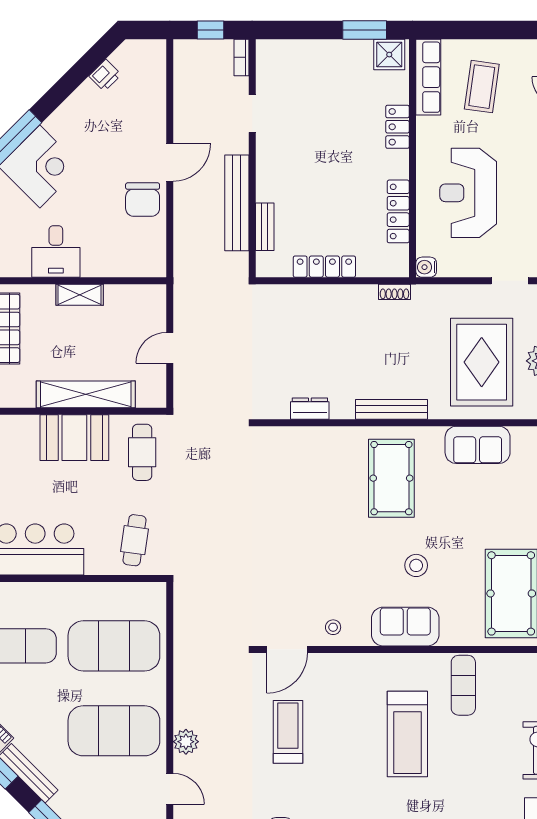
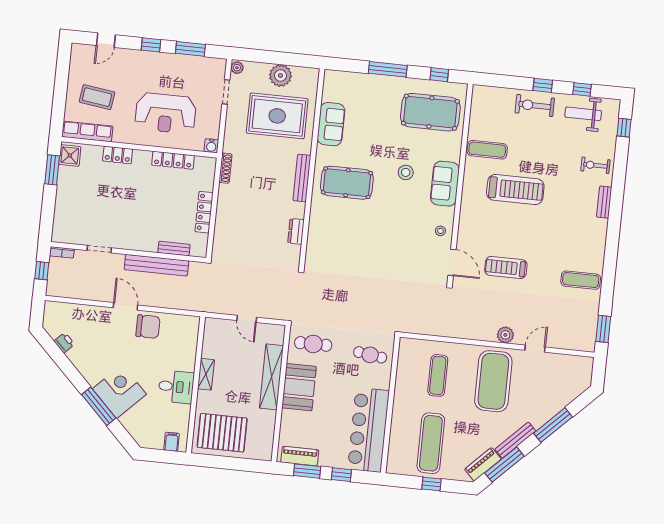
shoe rack: (394, 292) -> (225, 168), width x1.43
exercise mat: (114, 646) -> (438, 375), width x0.50, depth x0.69

